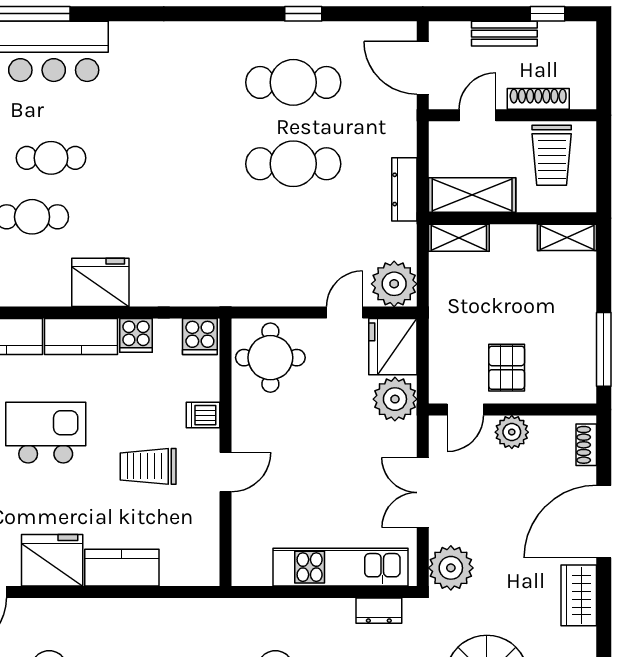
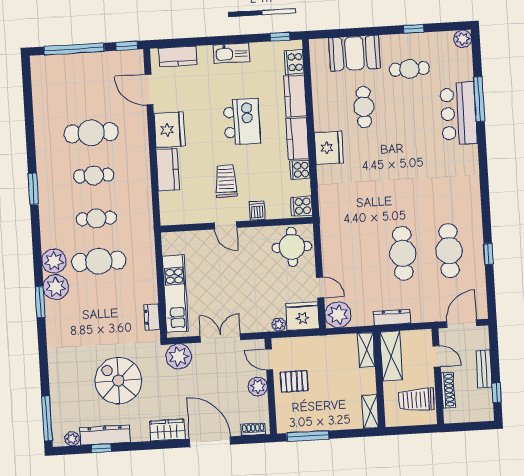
cafe table: (51, 158) -> (398, 116), removed
plant: (395, 399) -> (279, 325), width x0.53, depth x0.53

